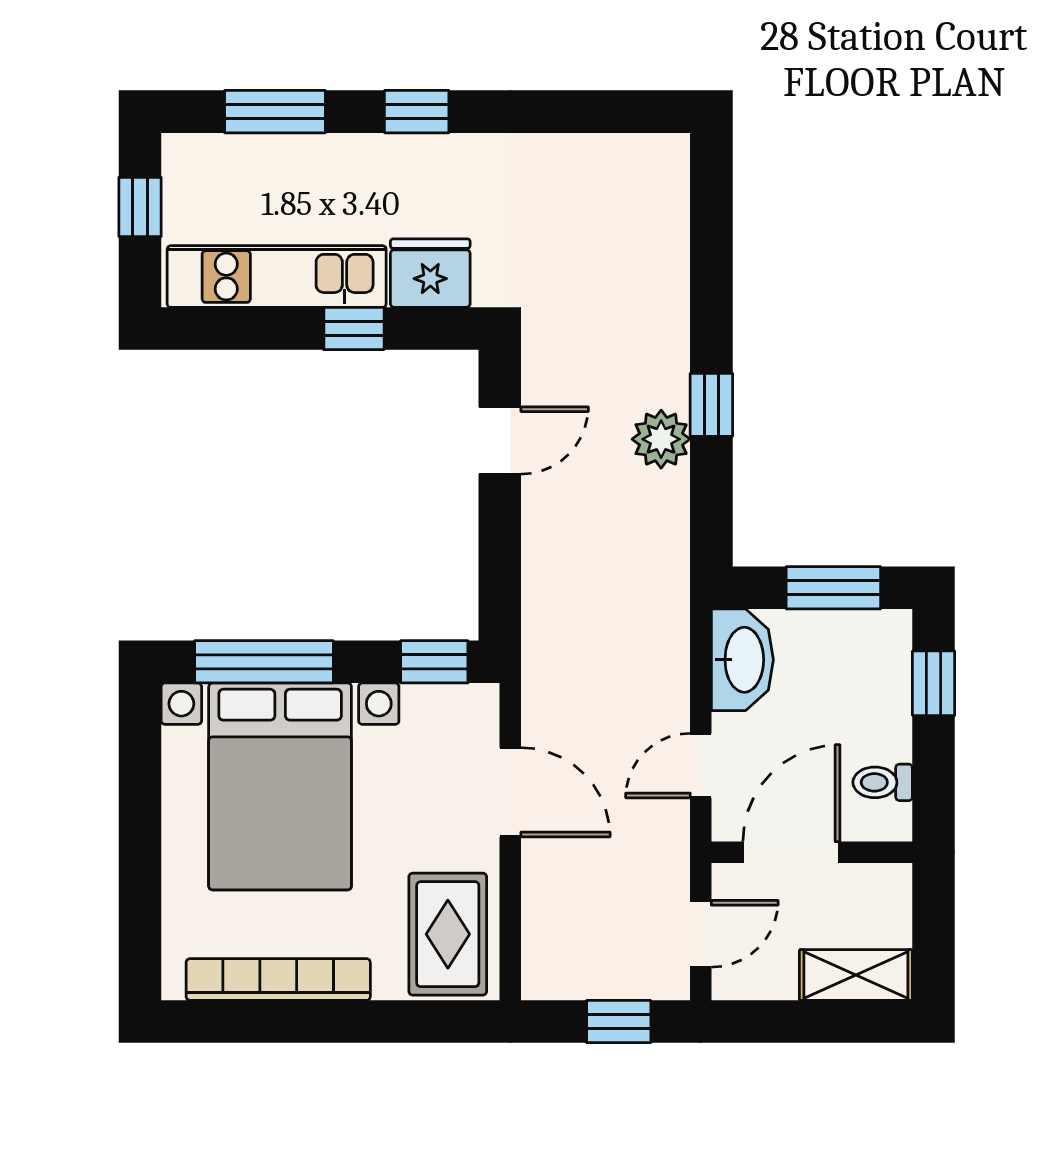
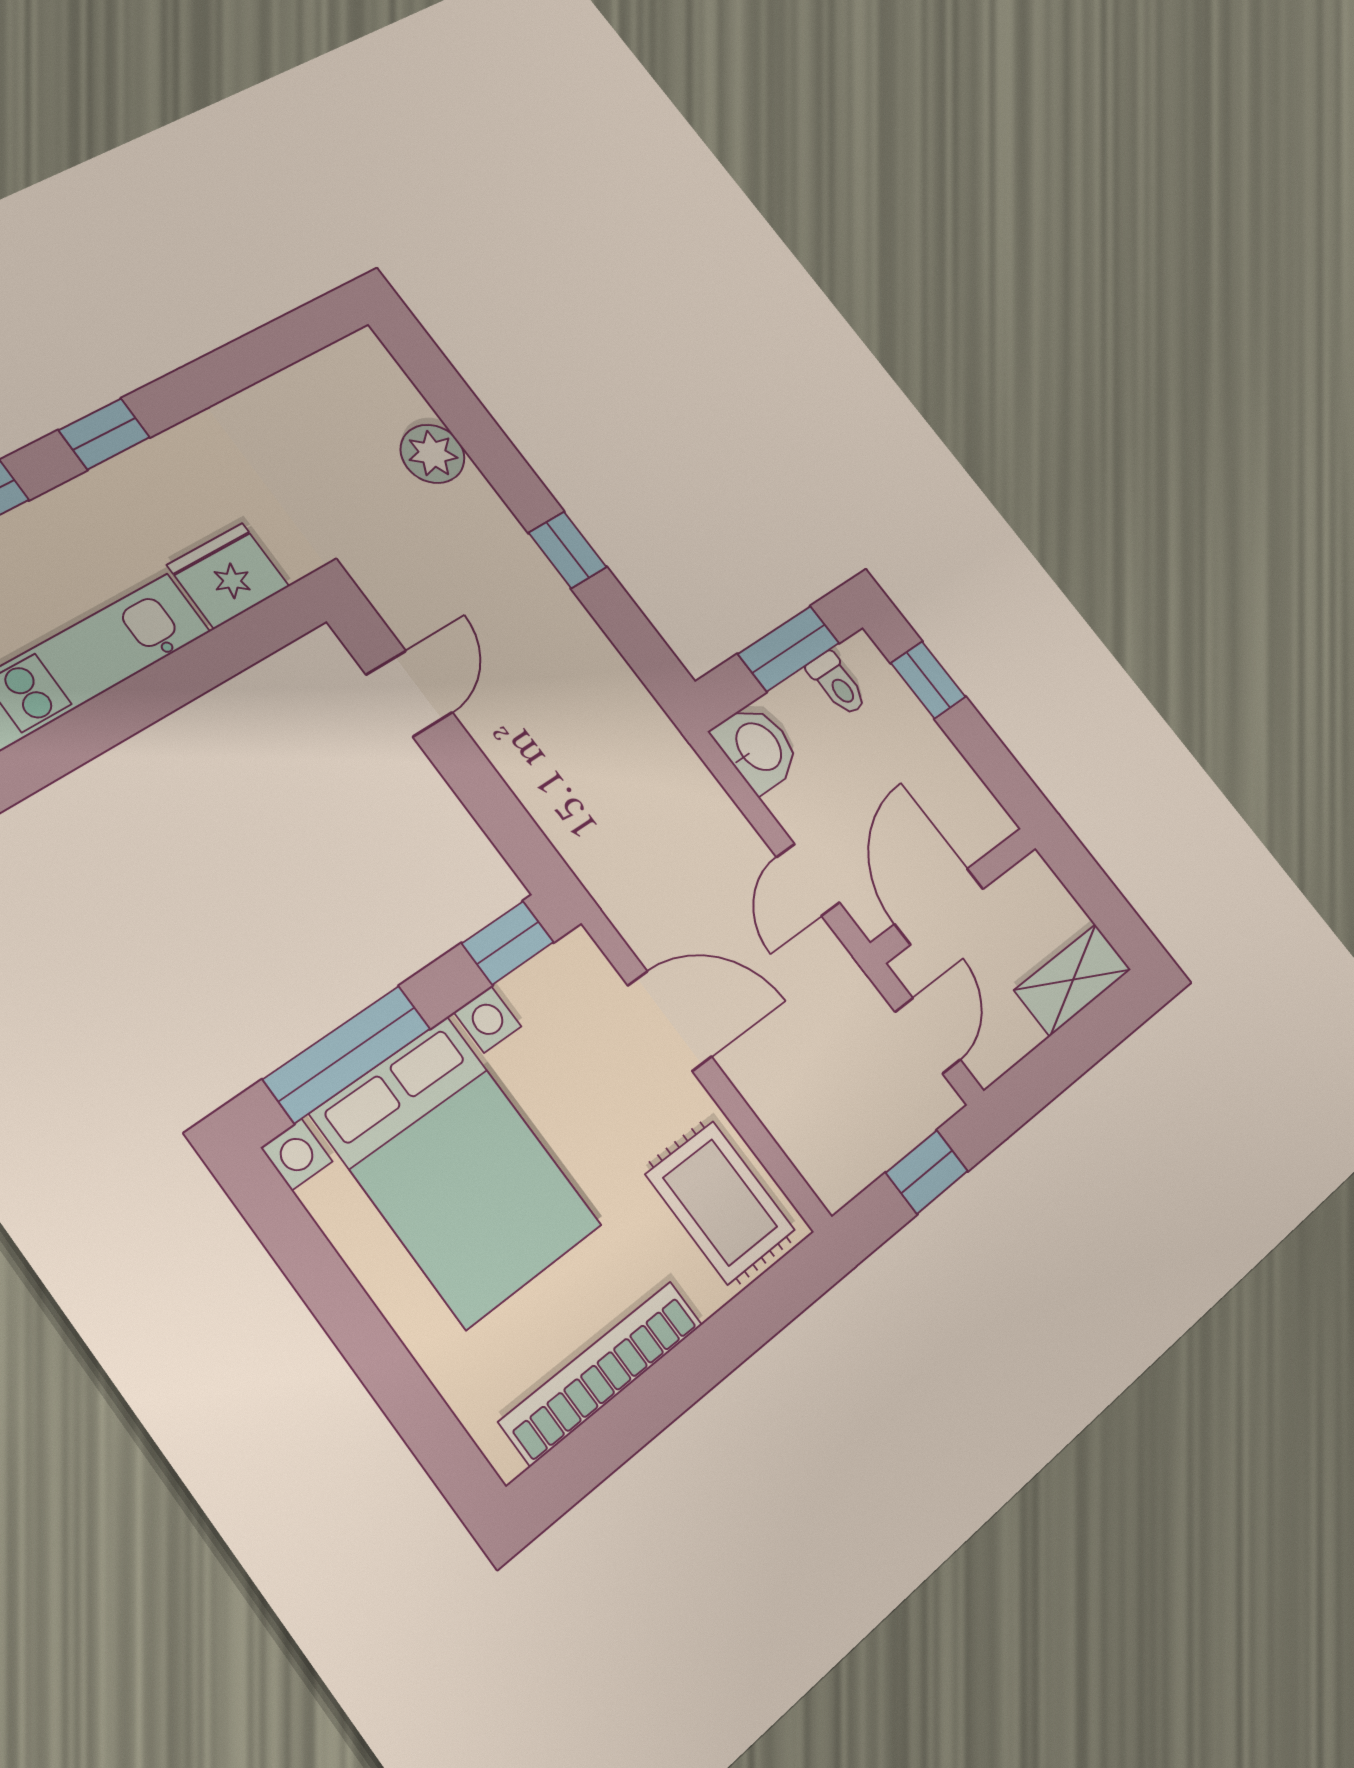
window: (354, 329) -> (194, 670), removed
plant: (661, 439) -> (433, 454), moved
washbasin: (742, 660) -> (757, 748), width x0.72
toilet: (883, 782) -> (837, 684), moved, turned -90

